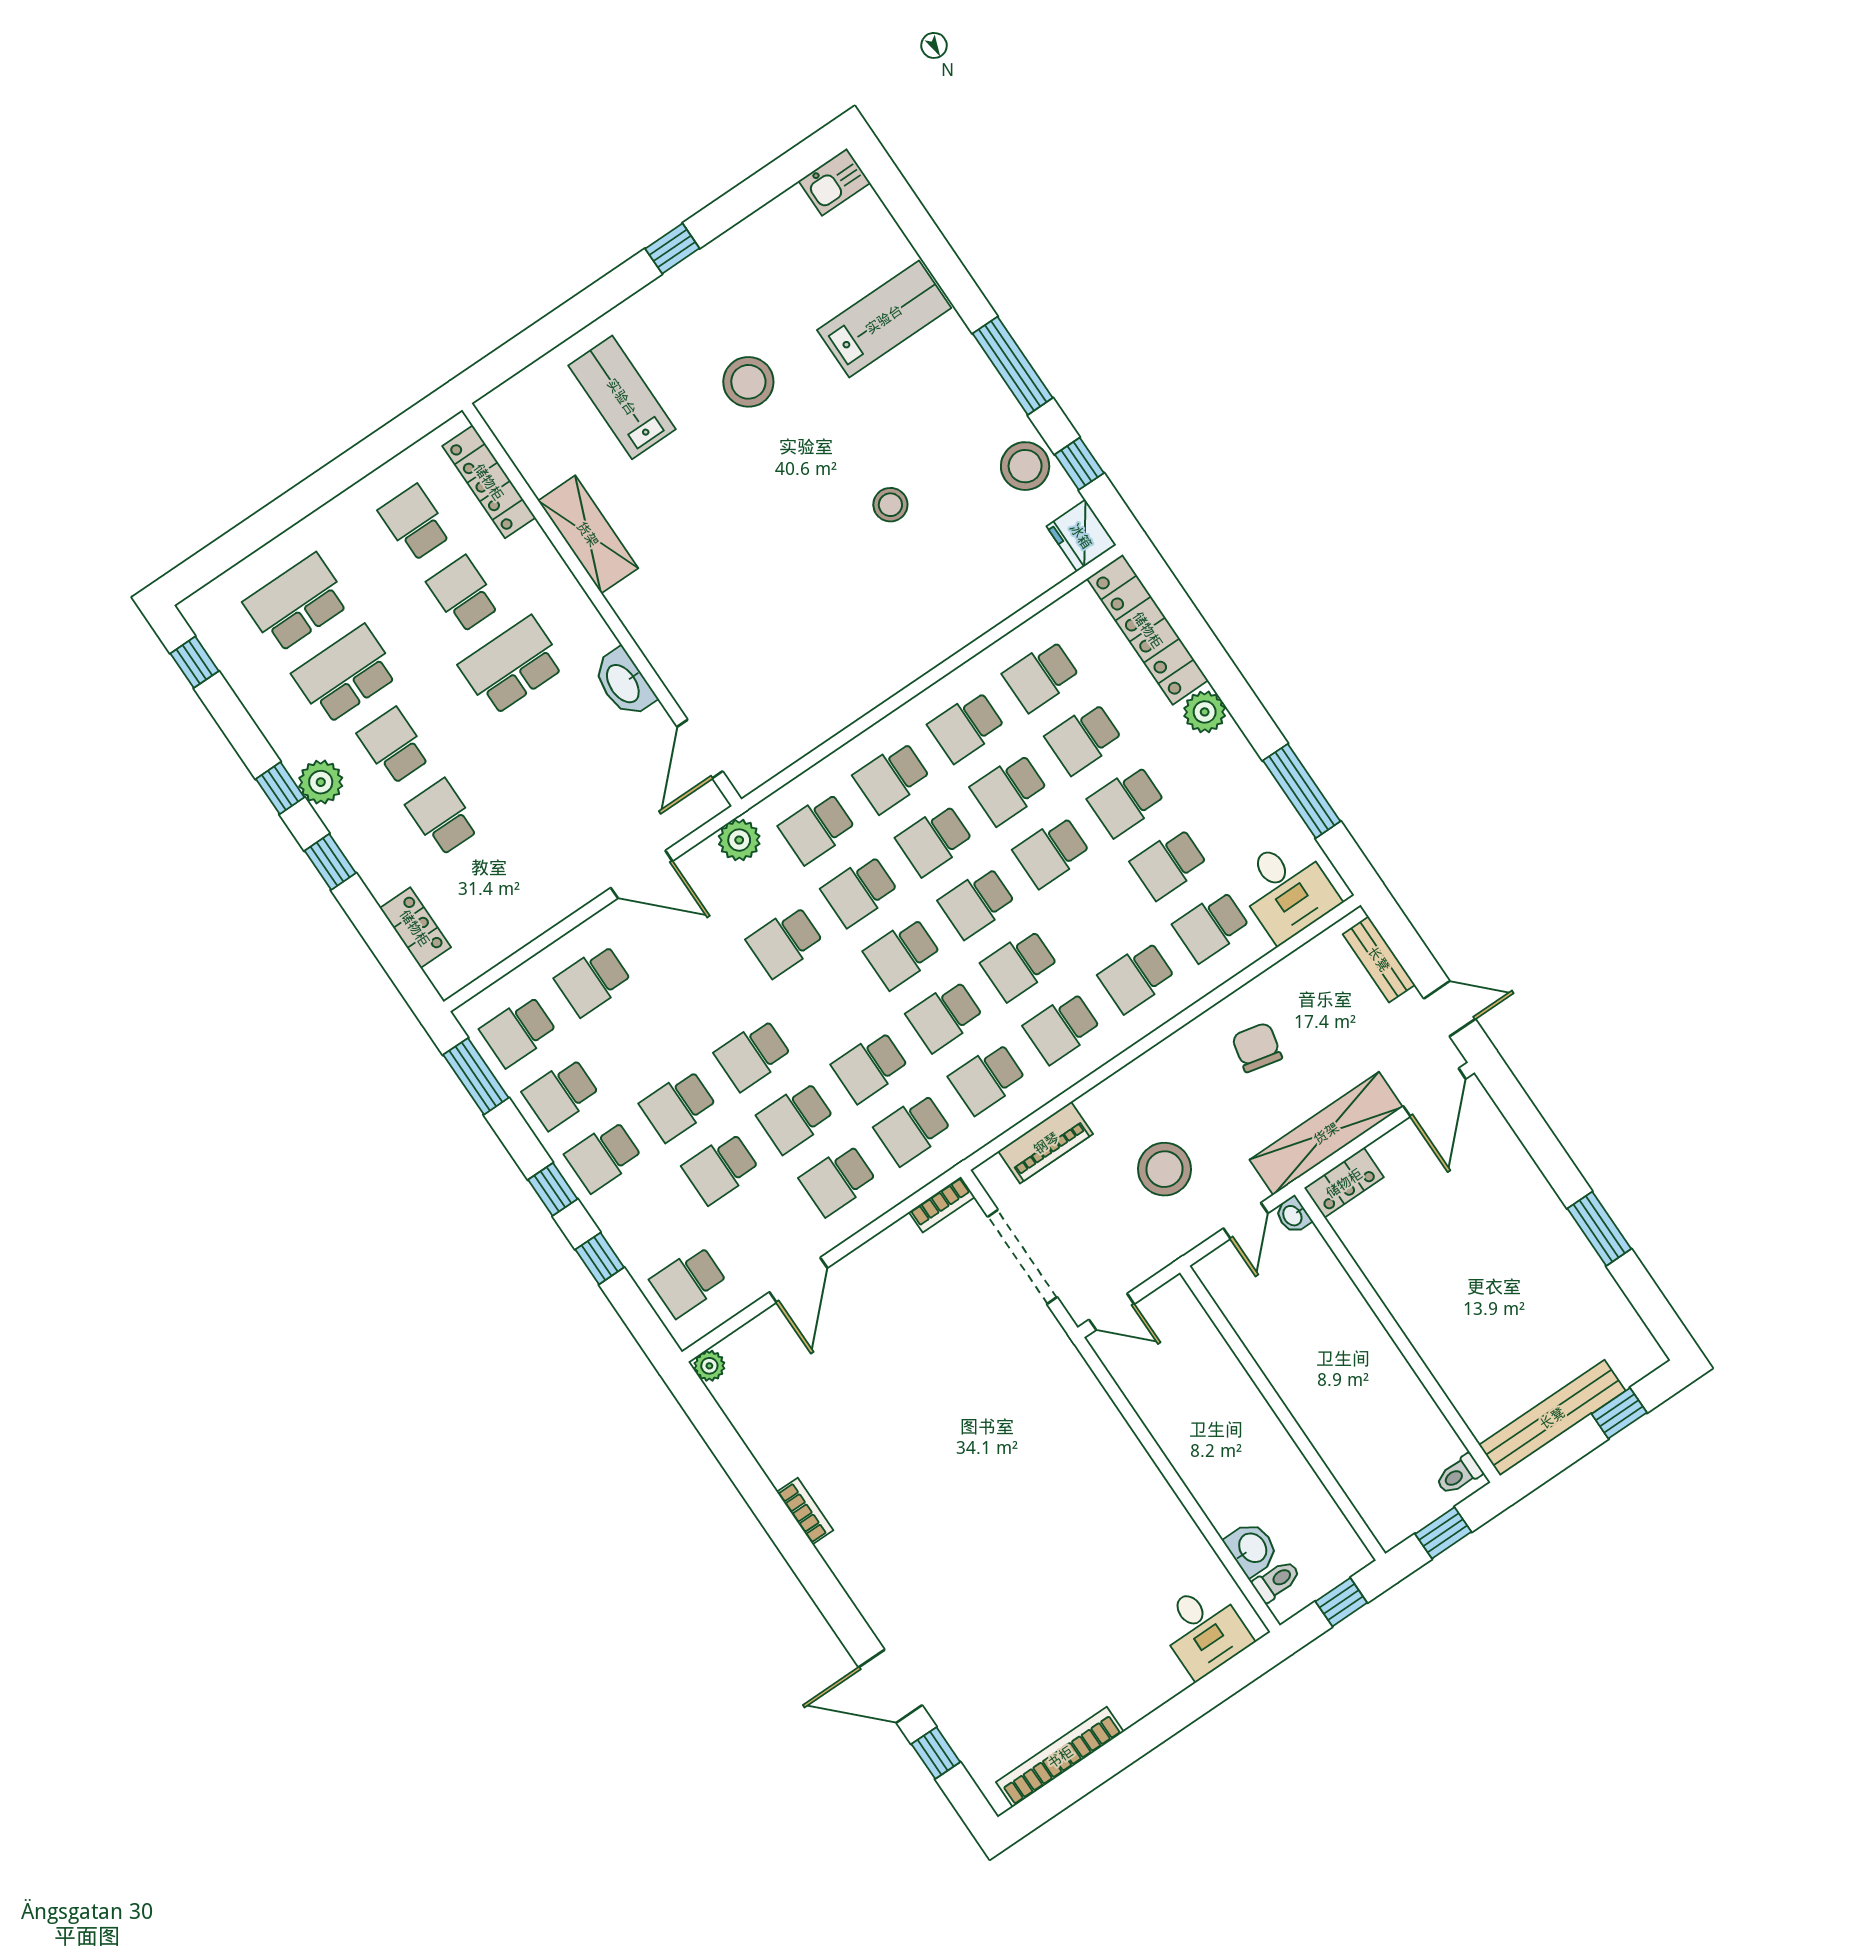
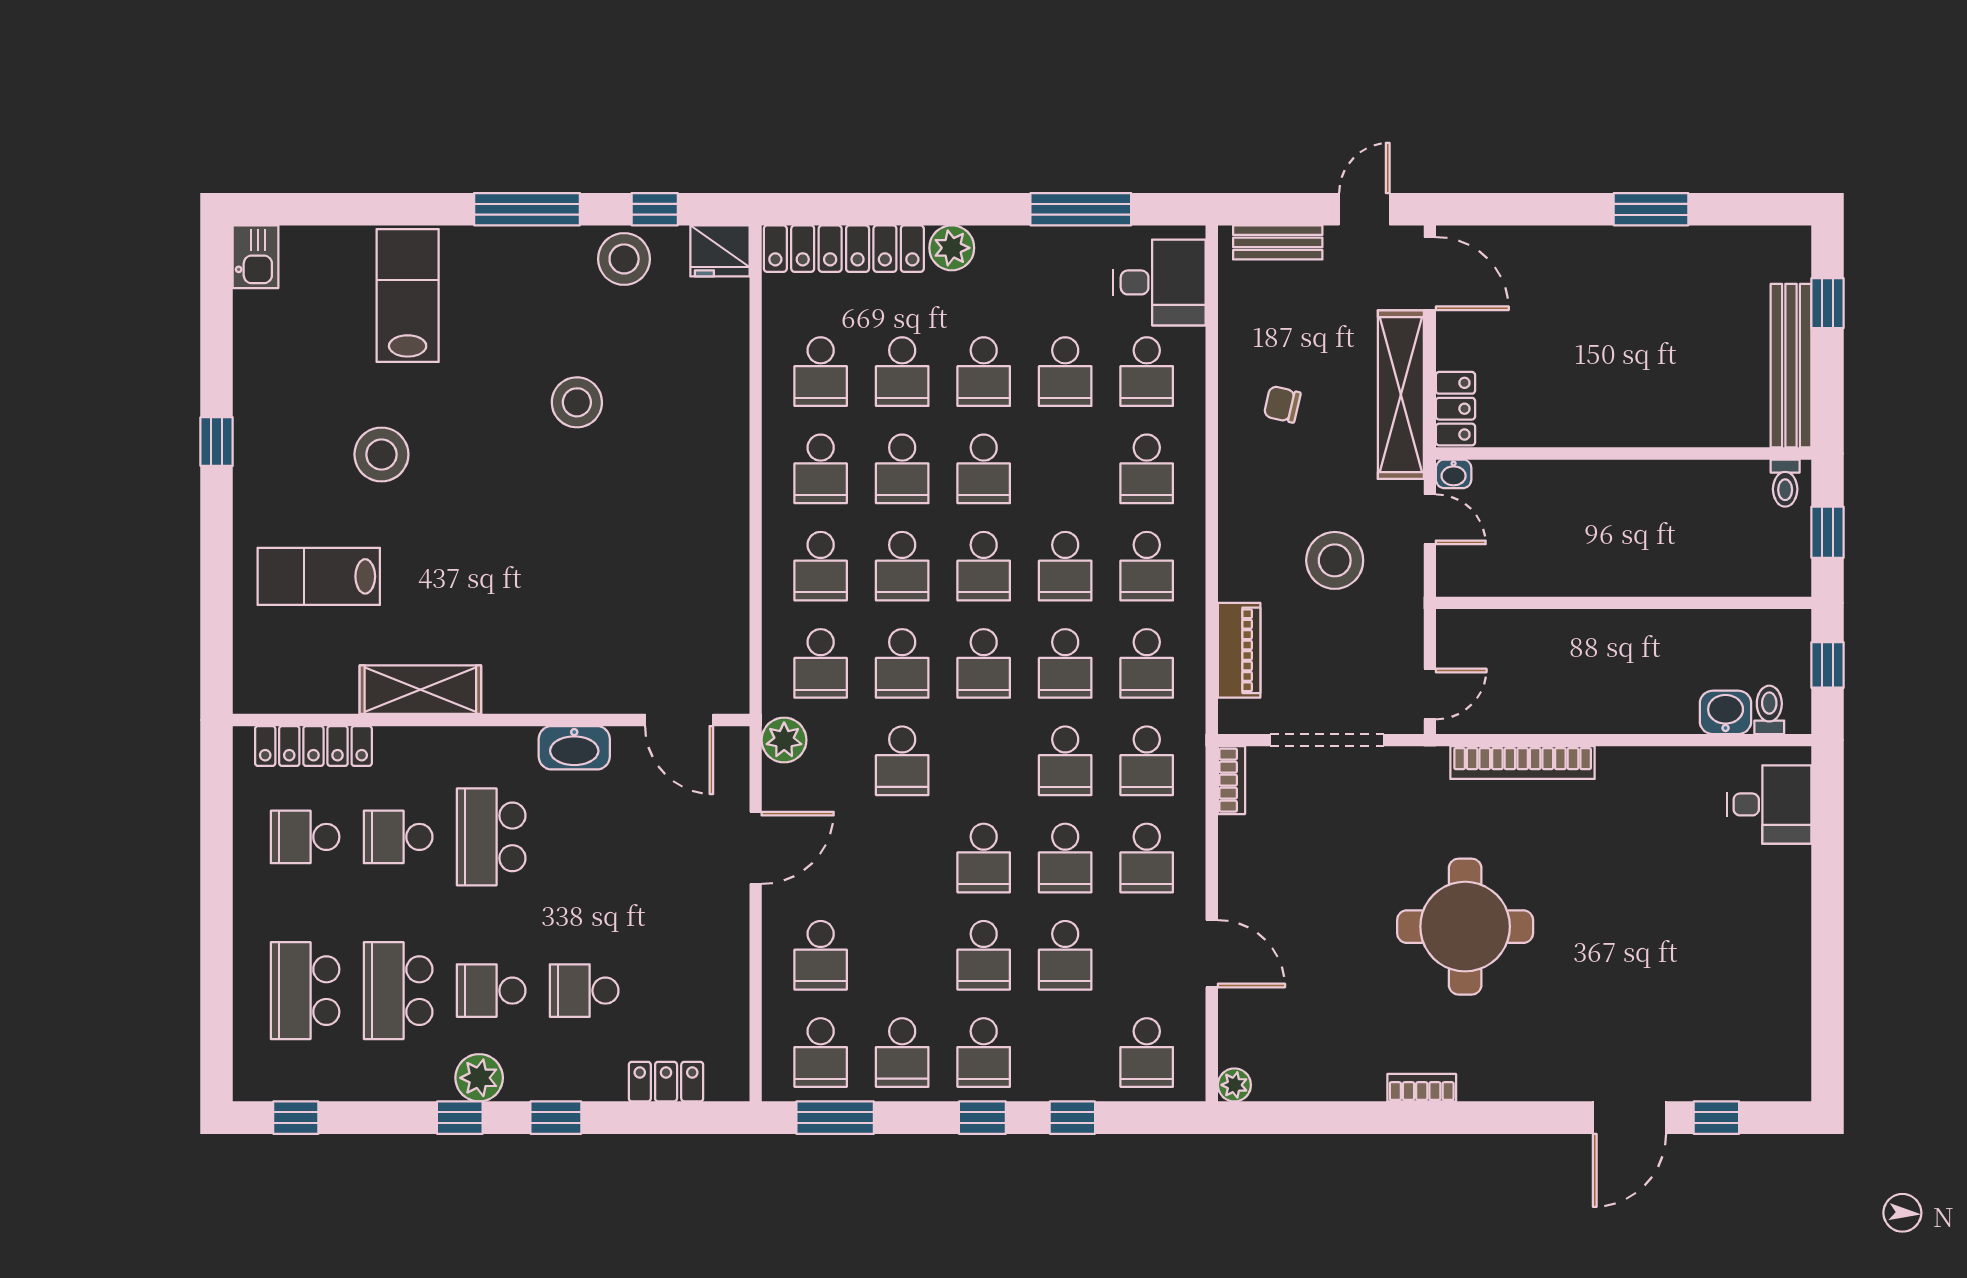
stool: (890, 505) -> (577, 402), width x1.38, depth x1.38
chair: (1257, 1047) -> (1282, 404), width x0.73, depth x0.73
round table: (951, 1460) -> (1465, 927), added
bookcase: (1060, 1757) -> (1523, 763), moved, turned -90

